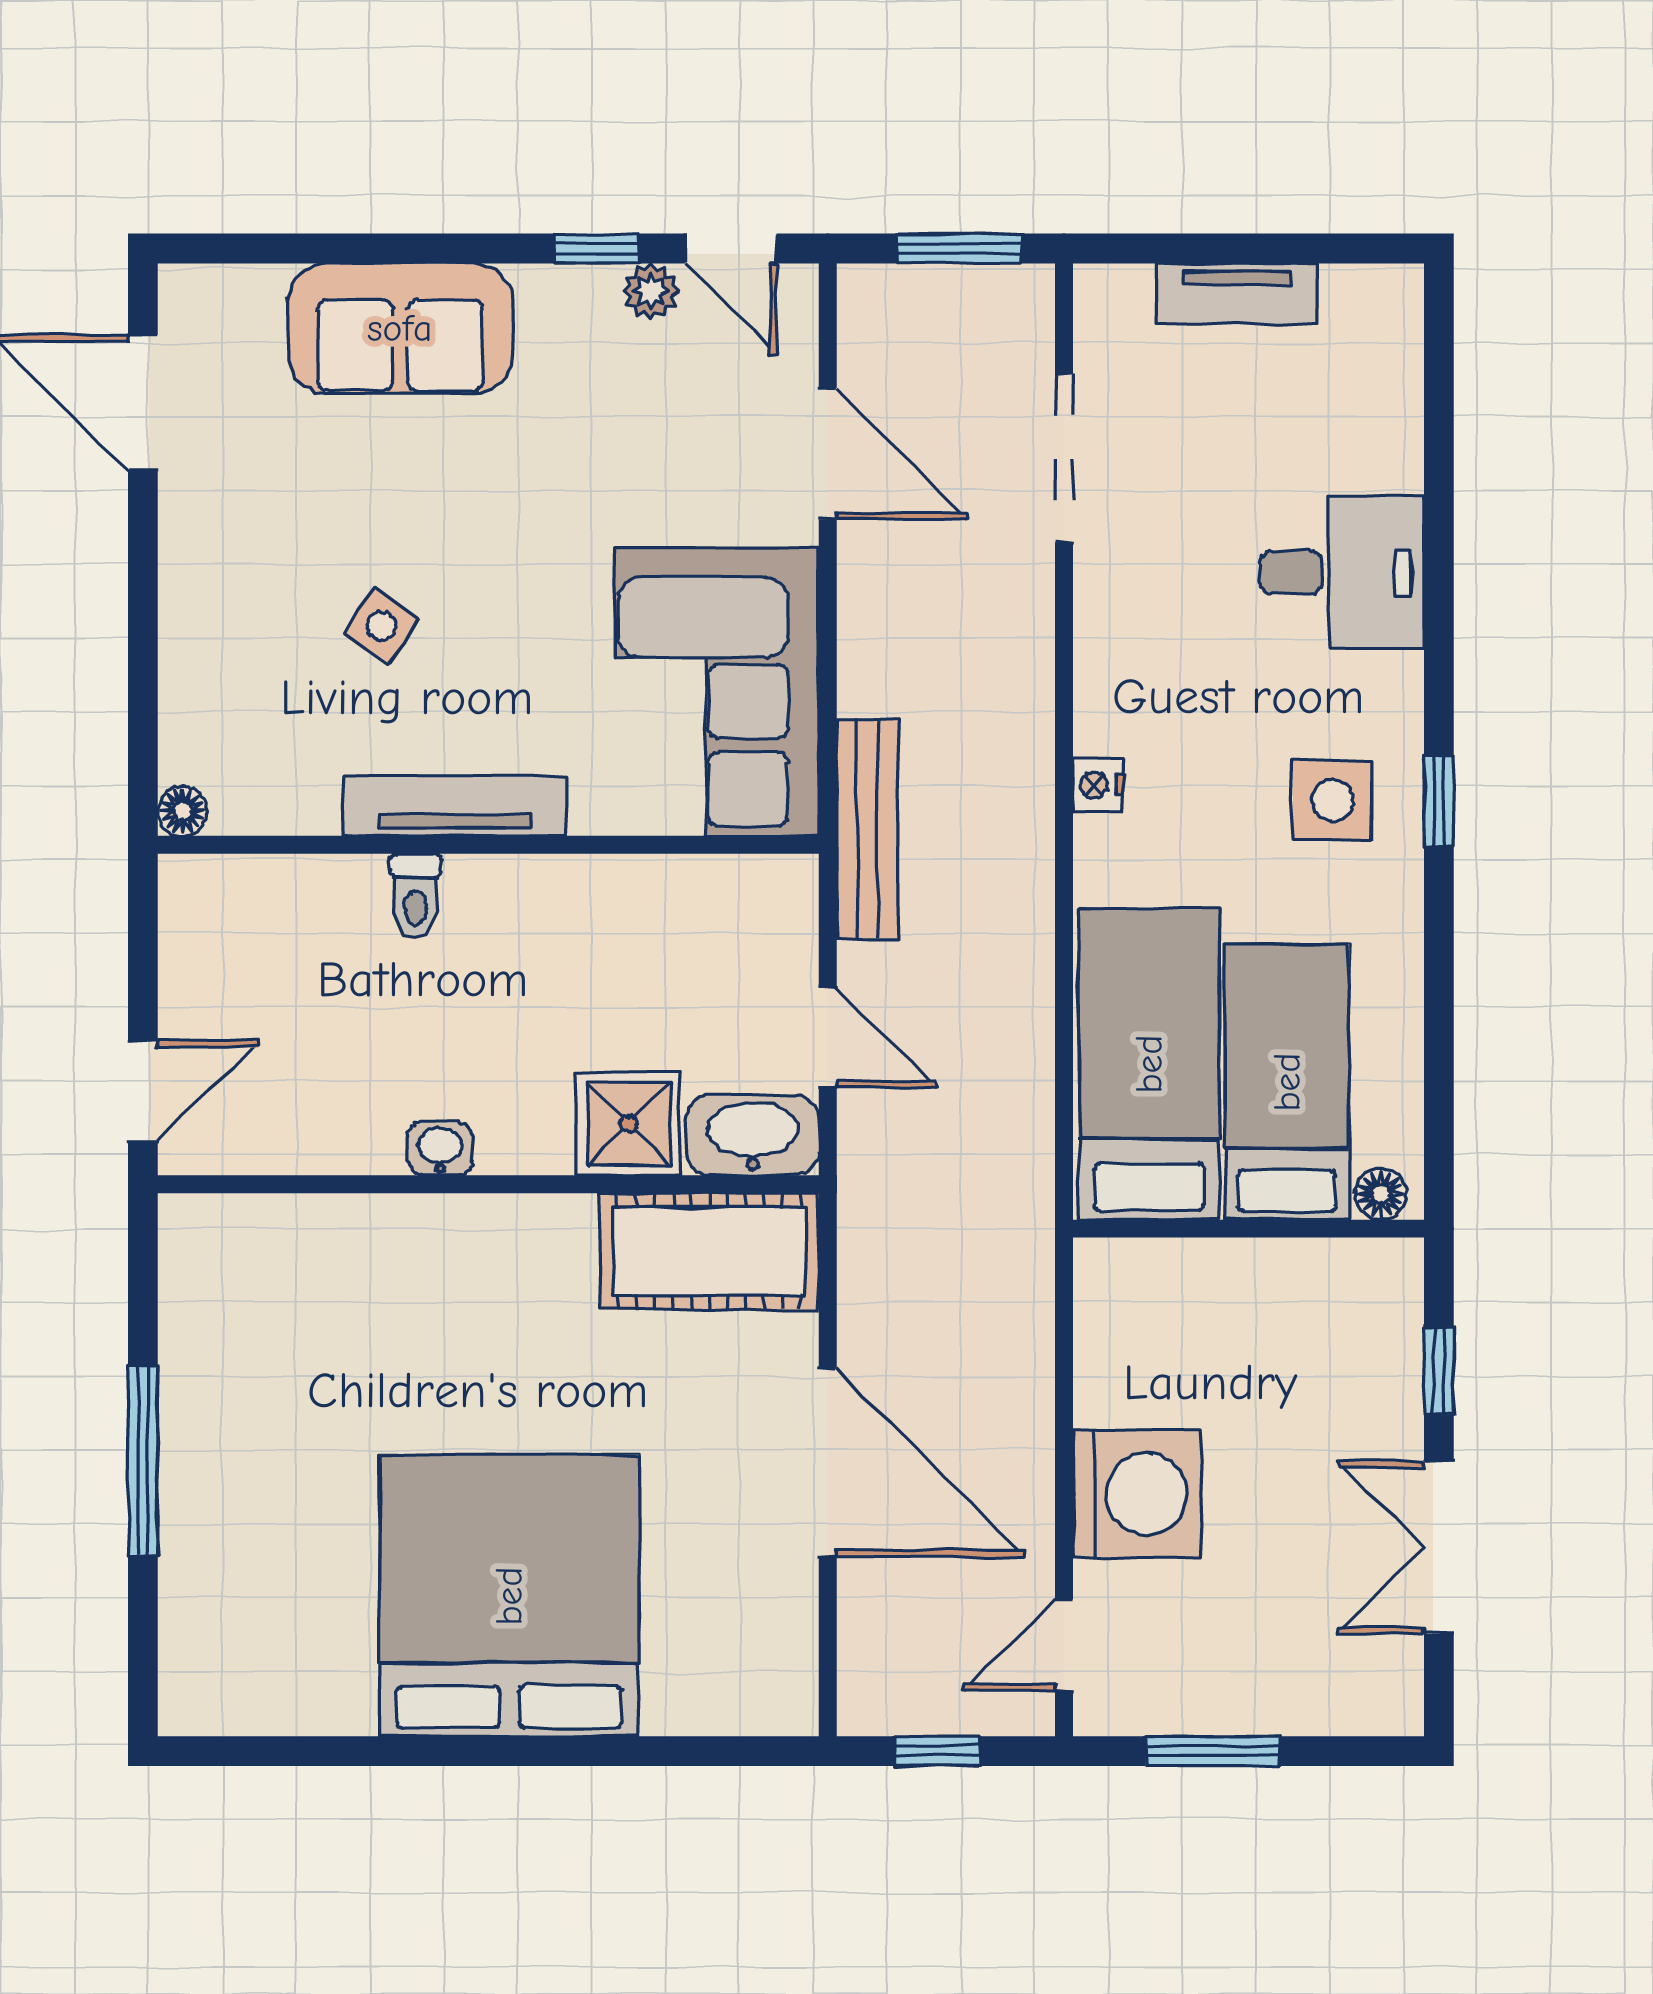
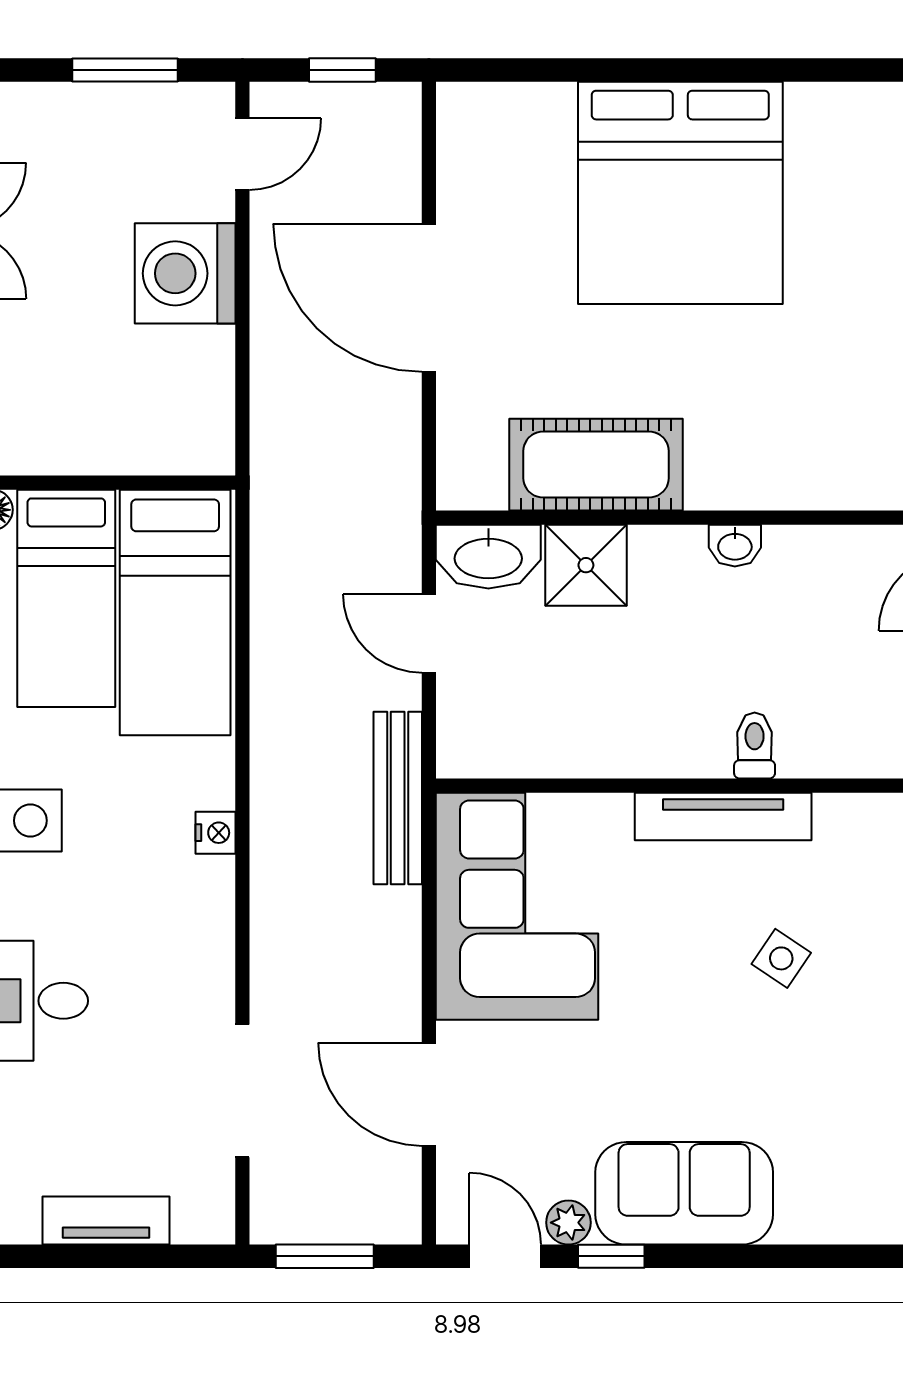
sofa: (400, 328) -> (684, 1193), moved
cot: (709, 1251) -> (596, 465), moved

